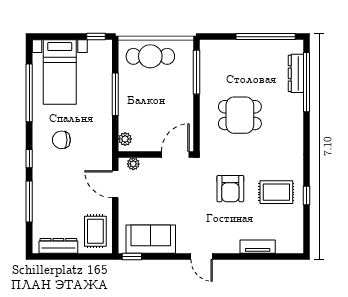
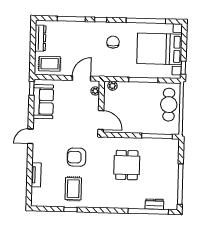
bed with nightstands: (60, 72) -> (159, 49), width x1.36
dresser: (296, 73) -> (154, 204), width x0.70

